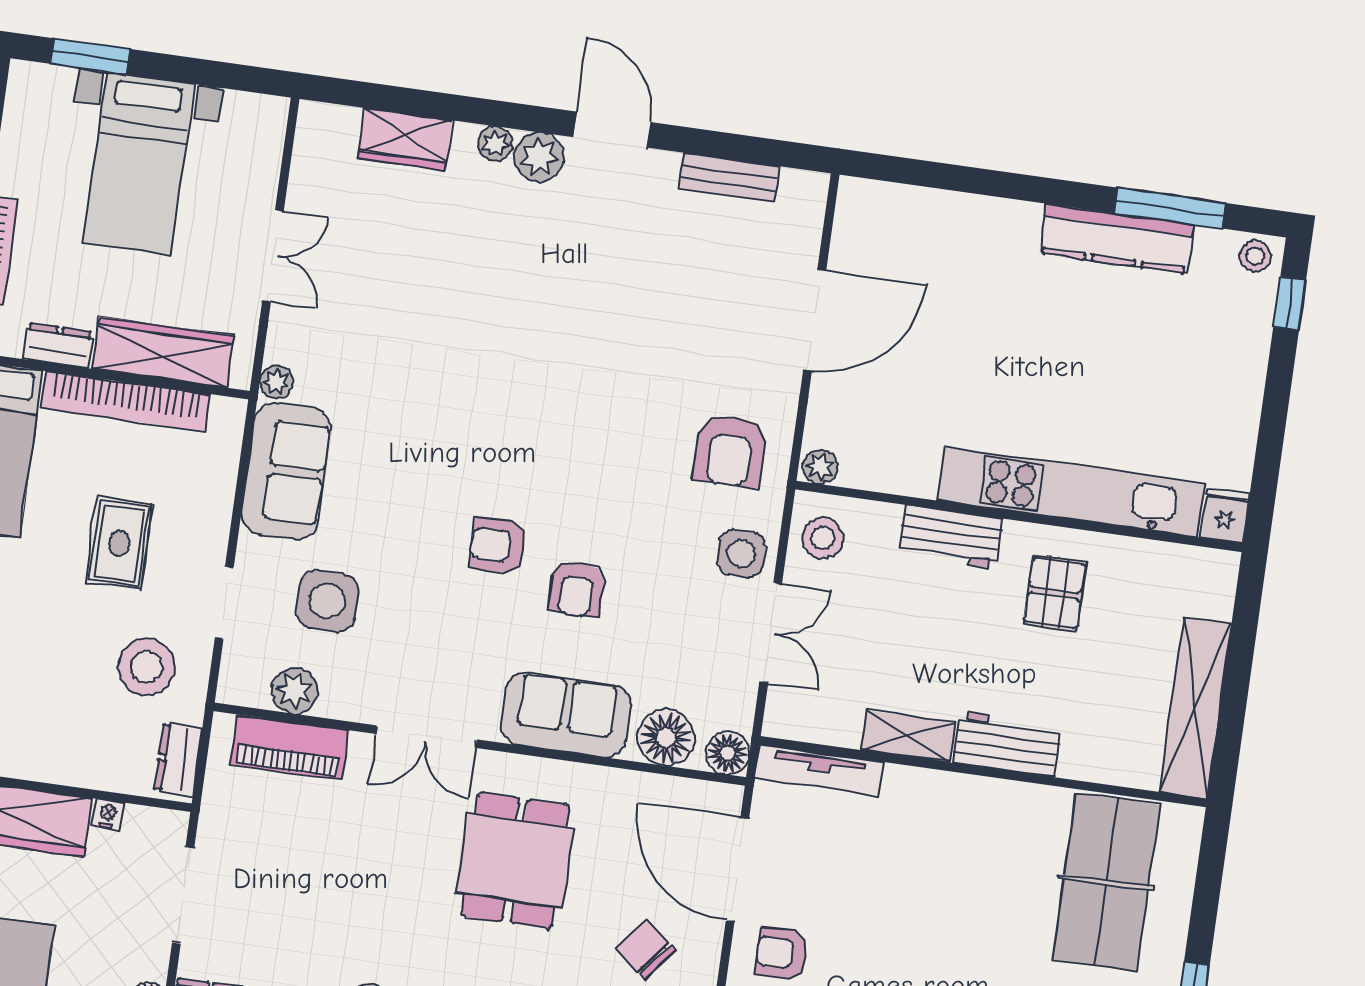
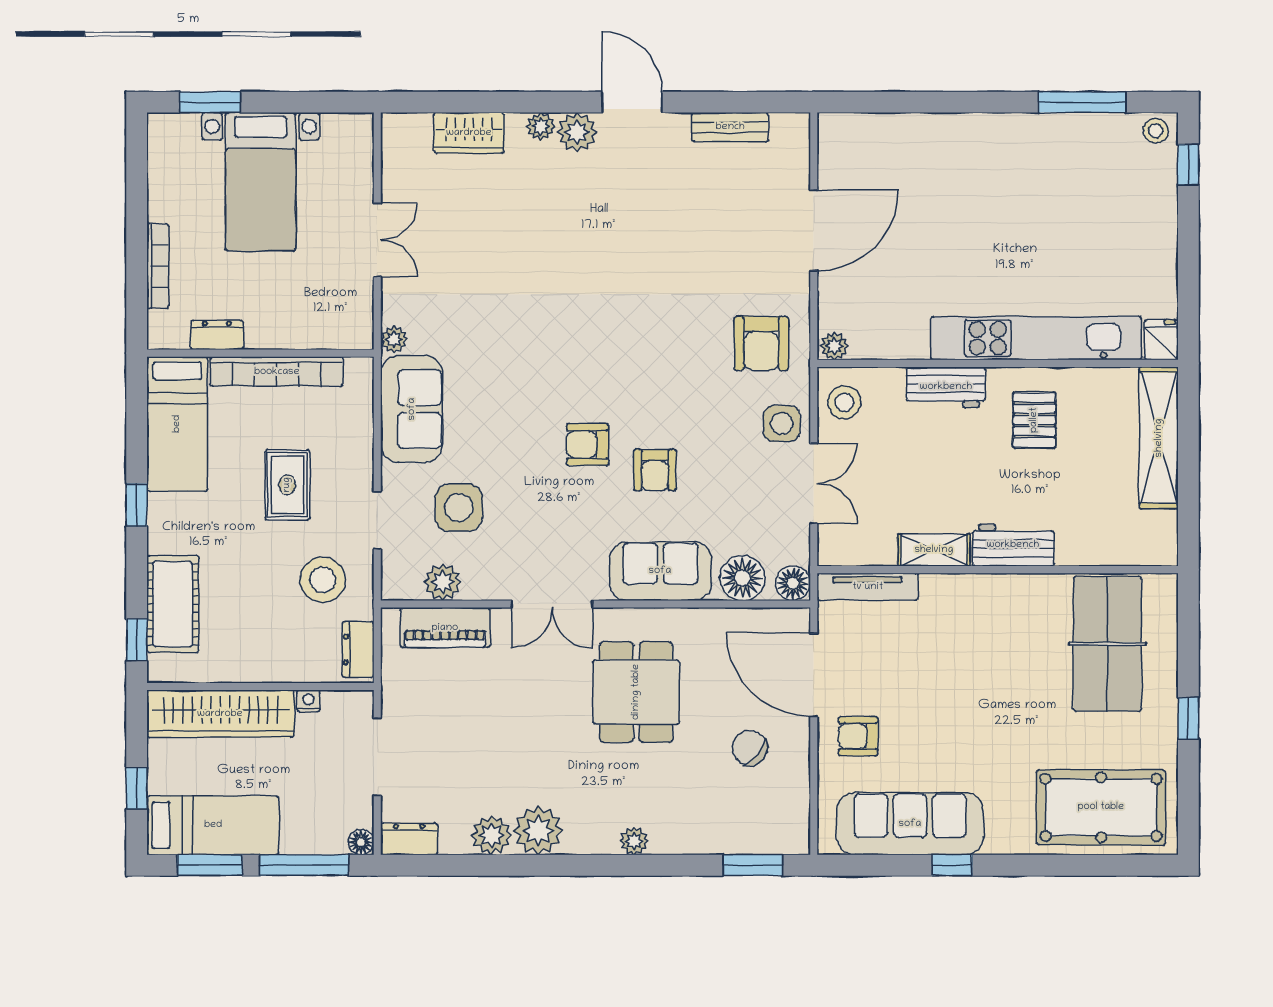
kitchen counter: (1116, 239) -> (1044, 132), removed
wardrobe: (163, 352) -> (301, 328), removed
shelving: (1195, 708) -> (1159, 438), moved

